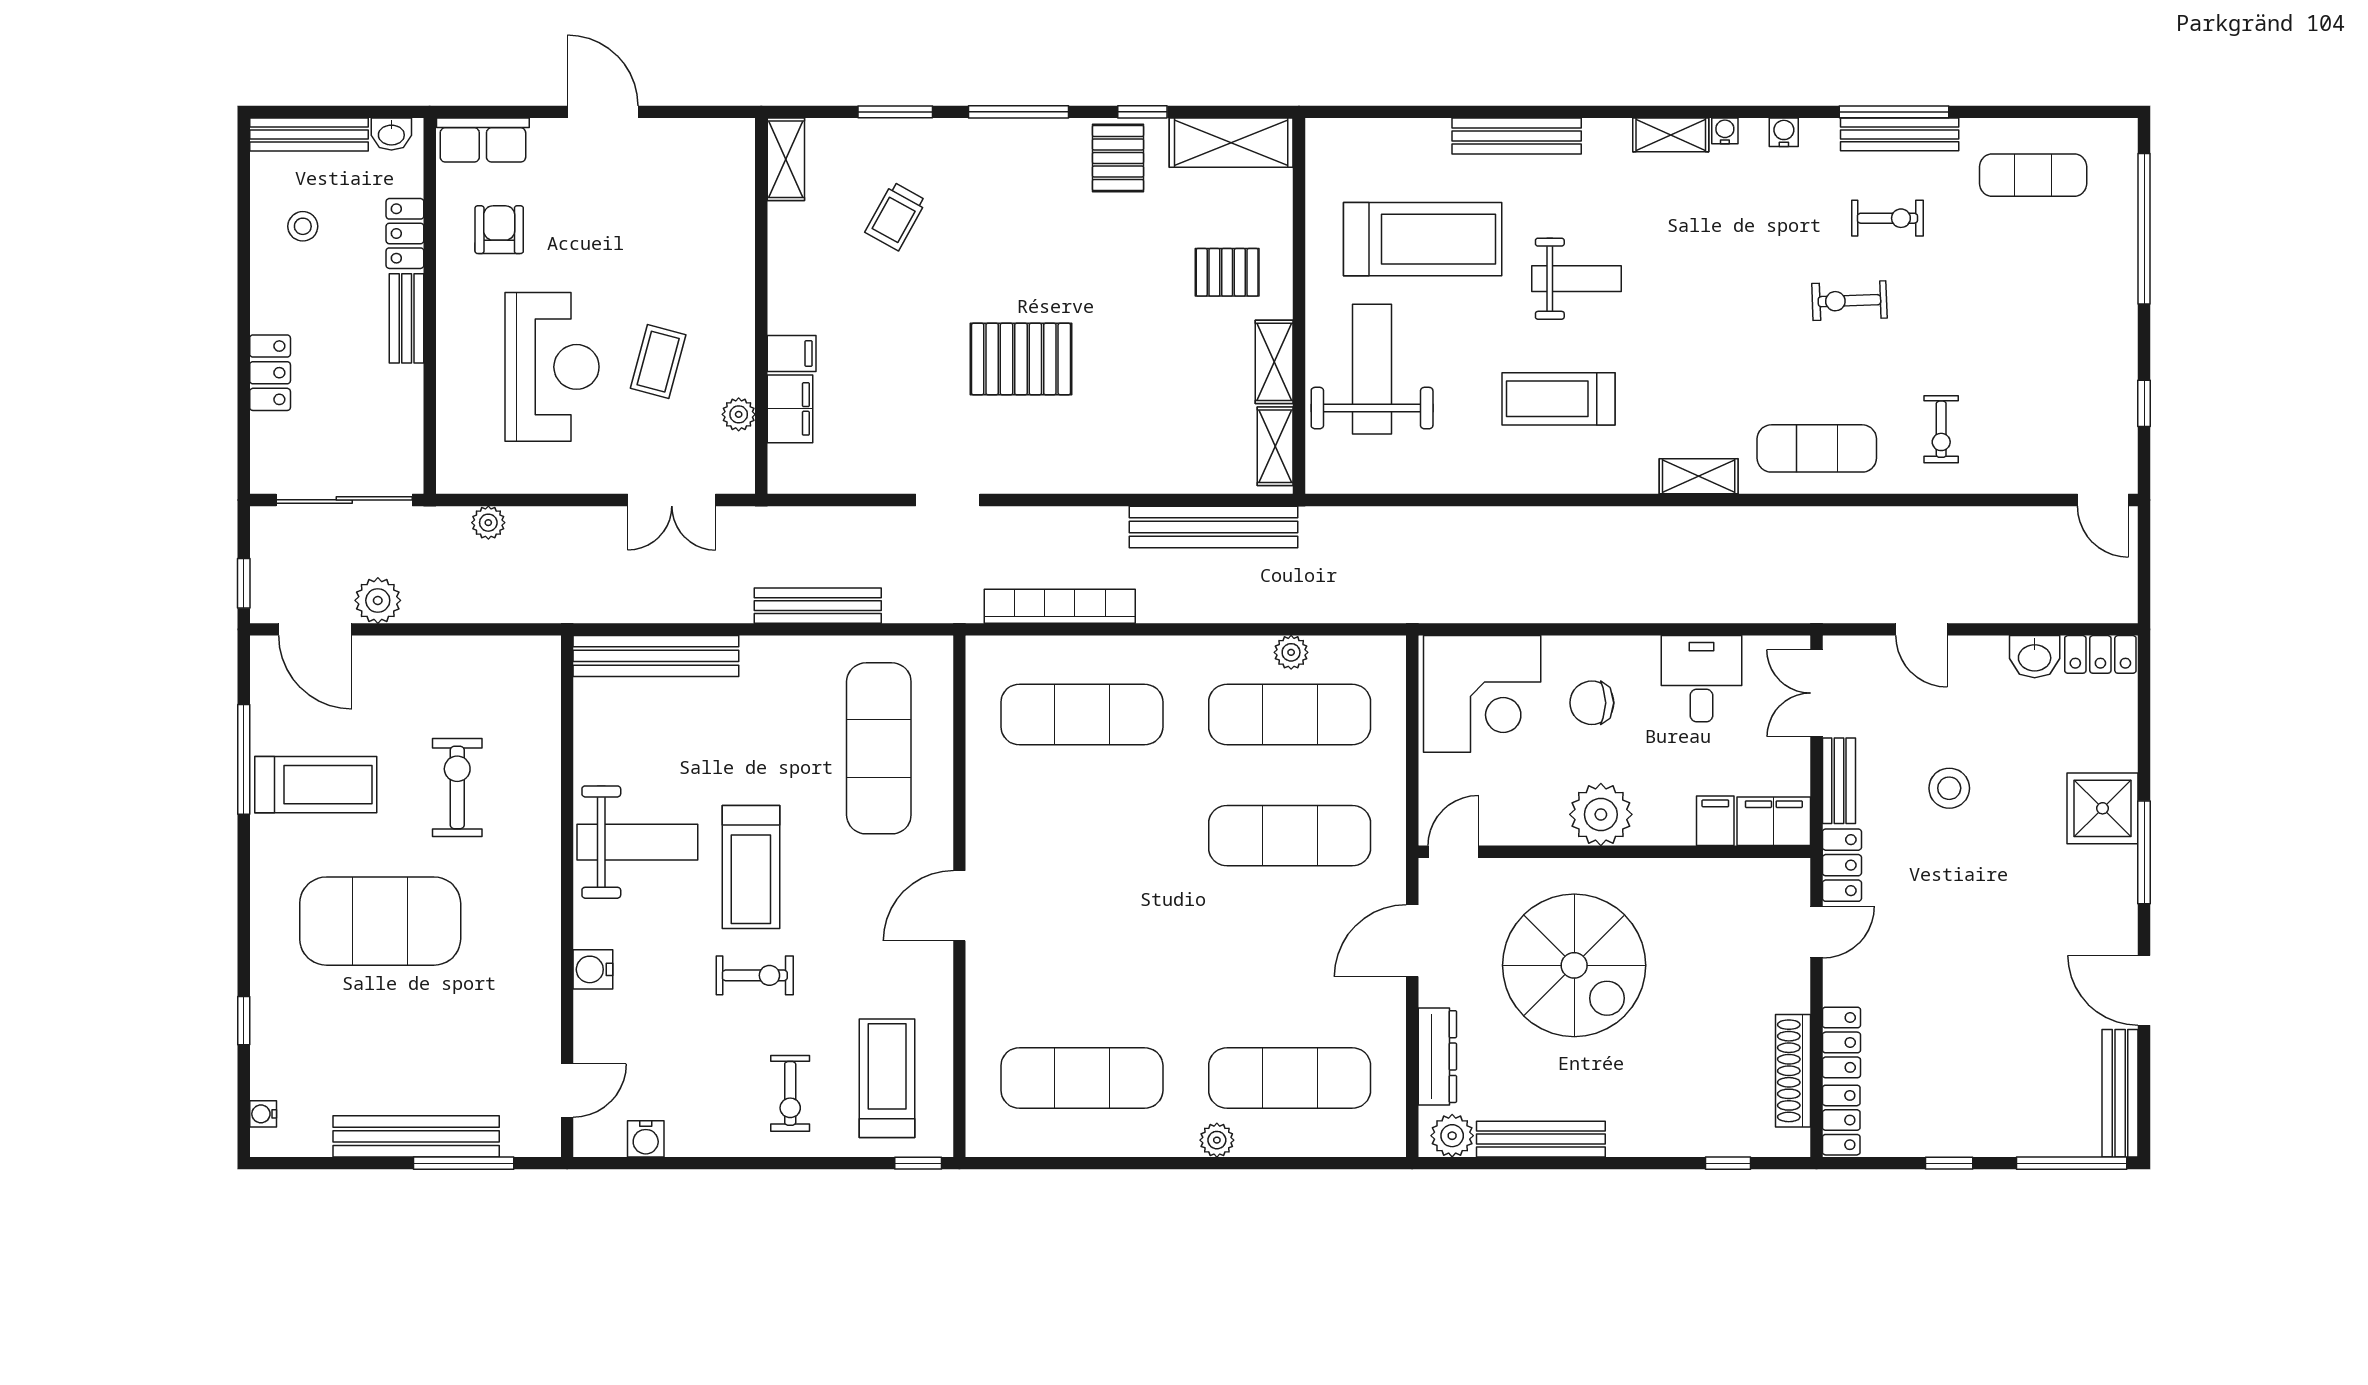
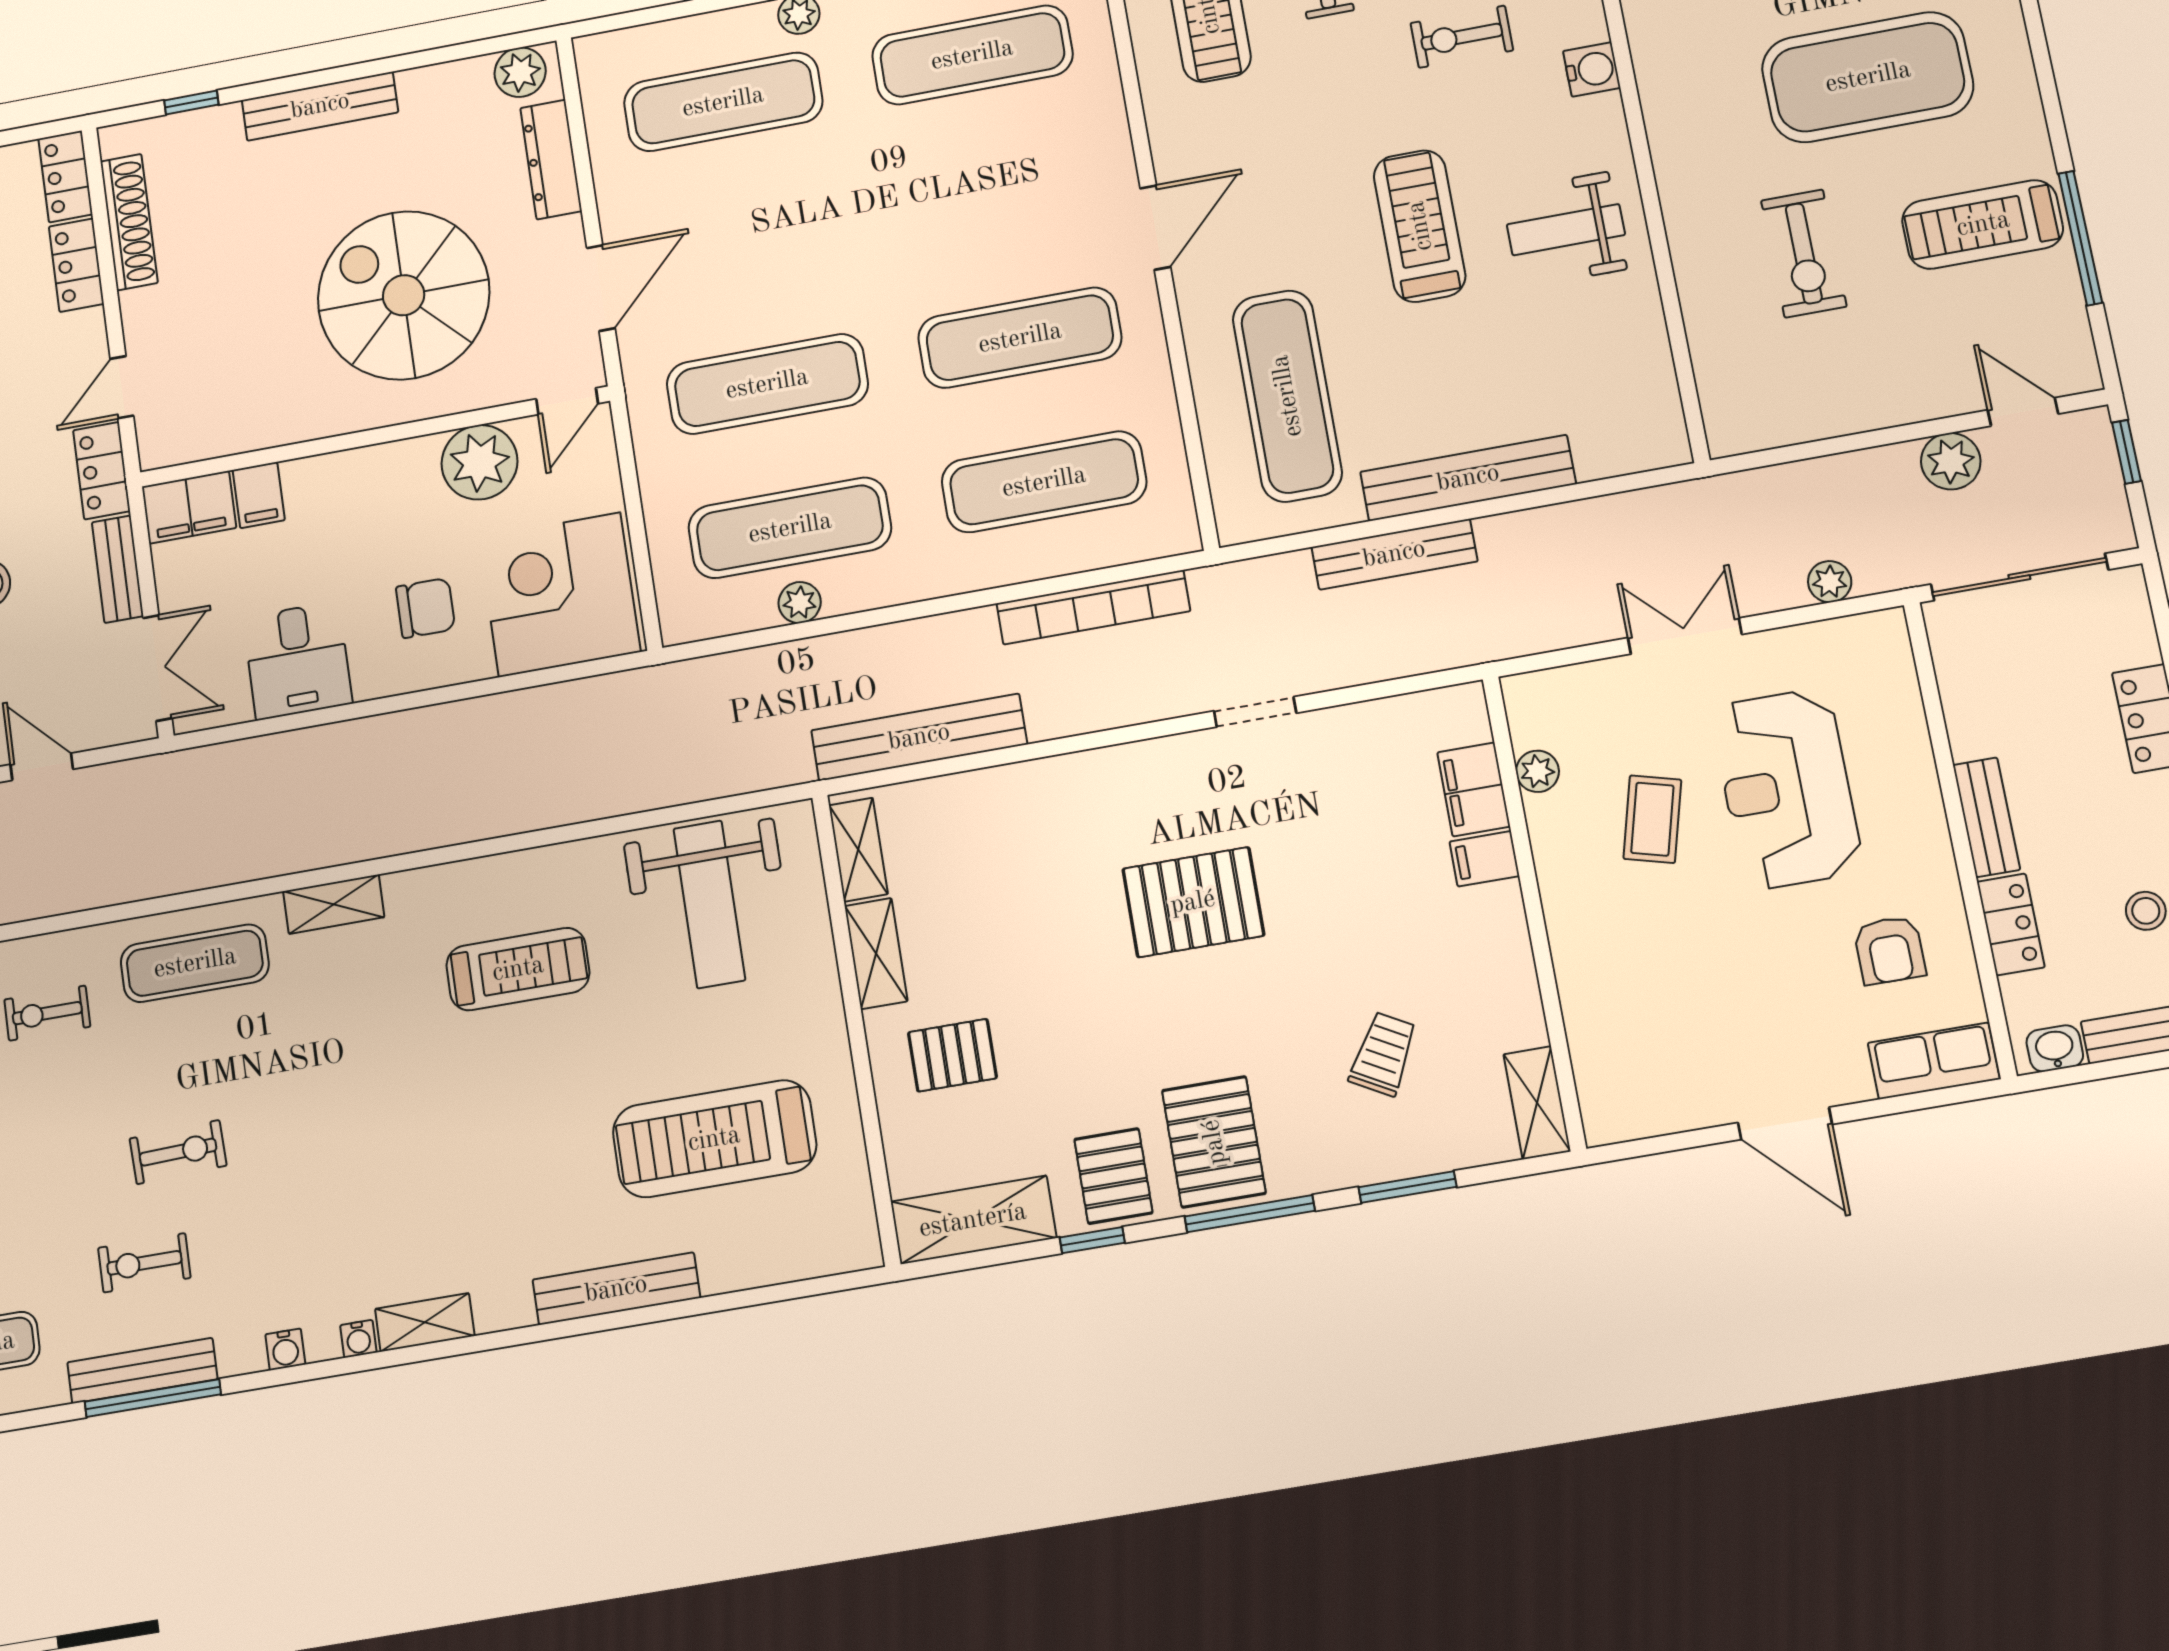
pallet: (1037, 171) -> (1214, 1142), added
weight bench: (1576, 279) -> (517, 1122), removed
weight bench: (1372, 369) -> (709, 904), moved
exercise bike: (1941, 429) -> (47, 1013), turned -90
double door: (672, 500) -> (1685, 636), moved
door: (315, 629) -> (2023, 412), width x0.73
bench: (656, 656) -> (1468, 478), moved
plant: (1601, 814) -> (480, 462), moved
exercise mat: (1082, 836) -> (1020, 338), added
weight bench: (637, 842) -> (1566, 230), width x0.73, depth x0.75
exercise bike: (755, 975) -> (1462, 37), moved
bench: (1541, 1139) -> (320, 106), moved

